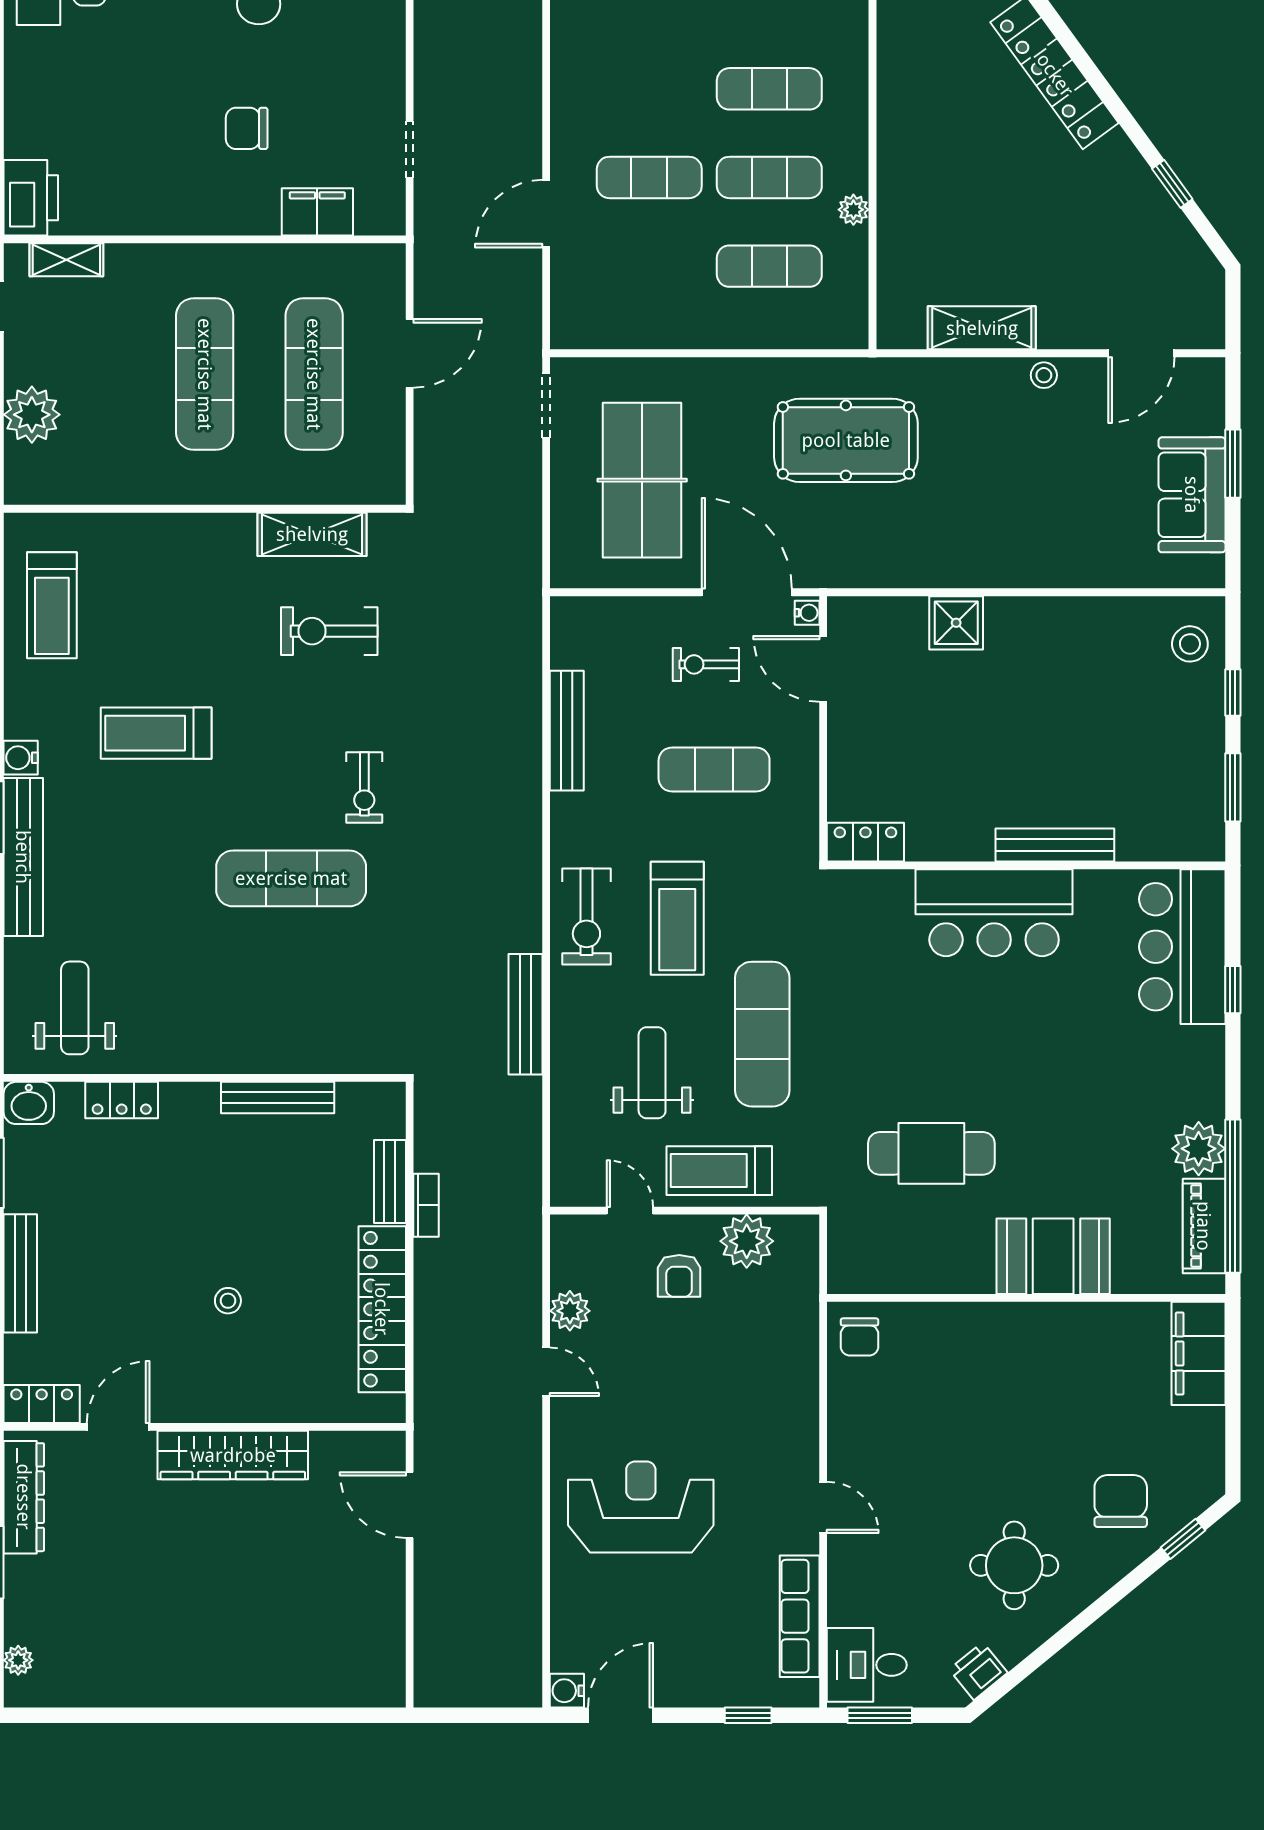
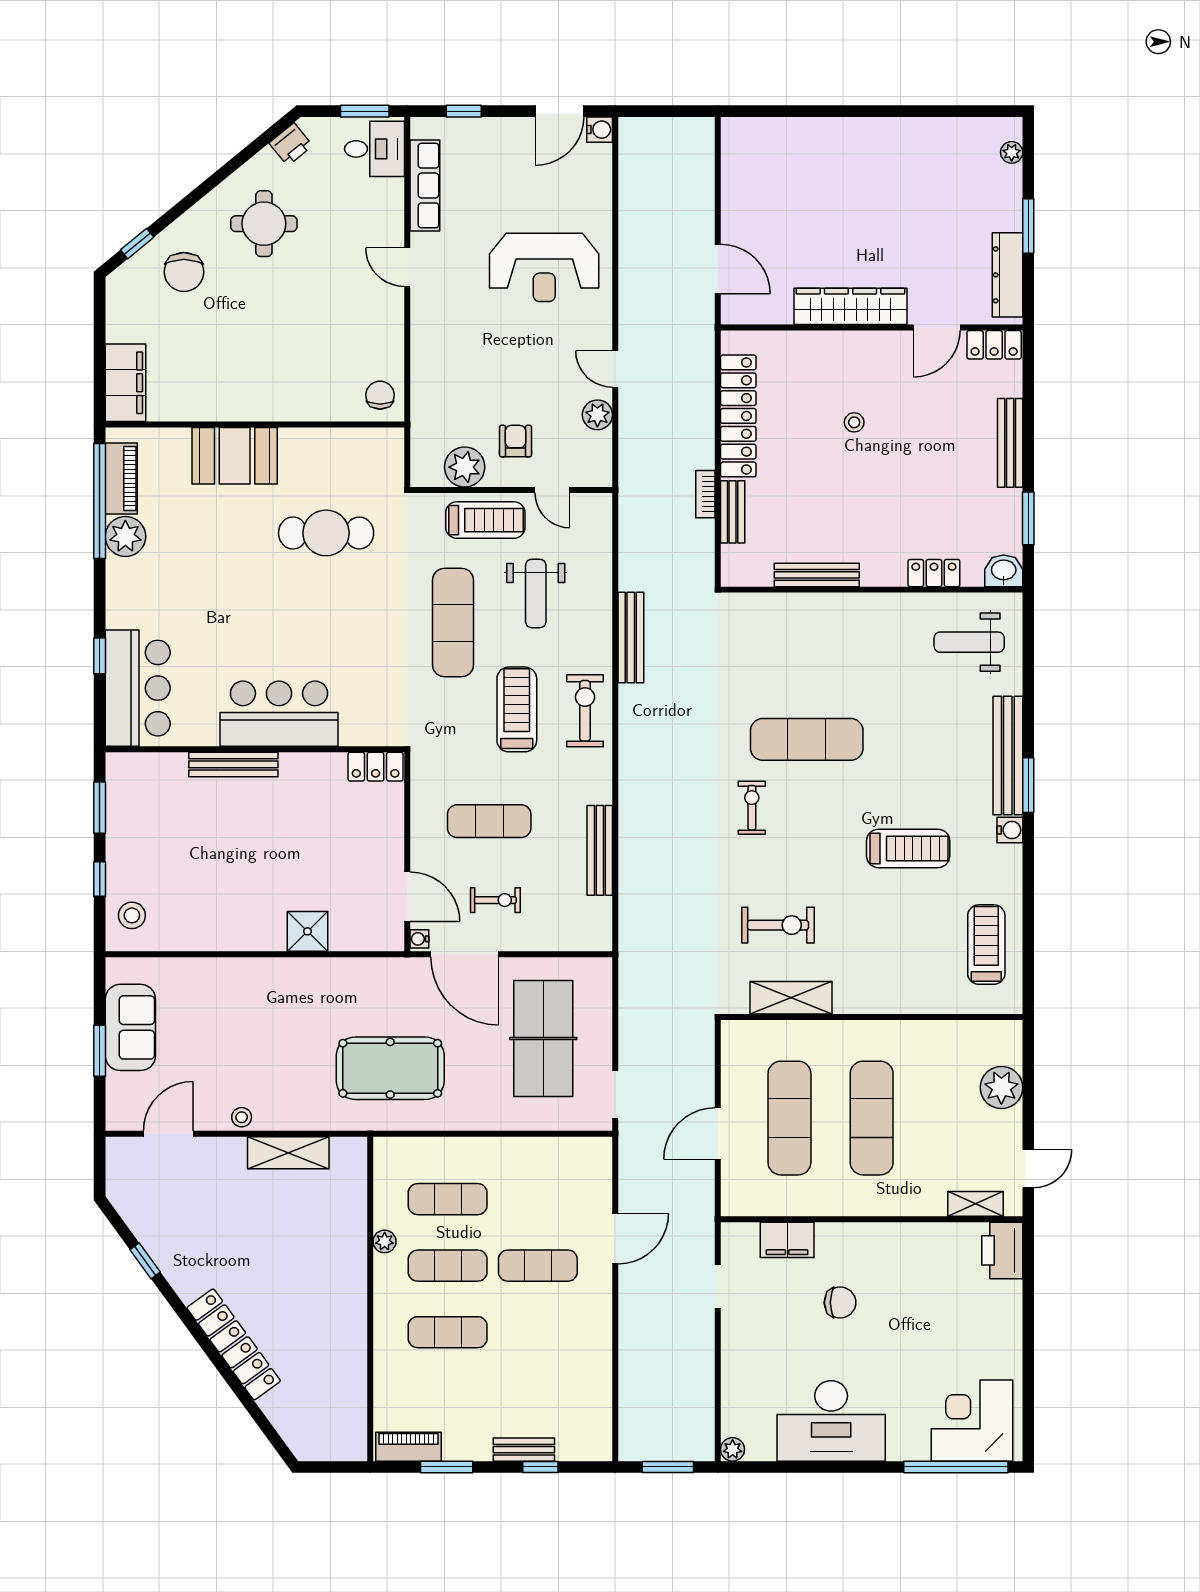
weight bench: (75, 1008) -> (969, 642), turned 90

